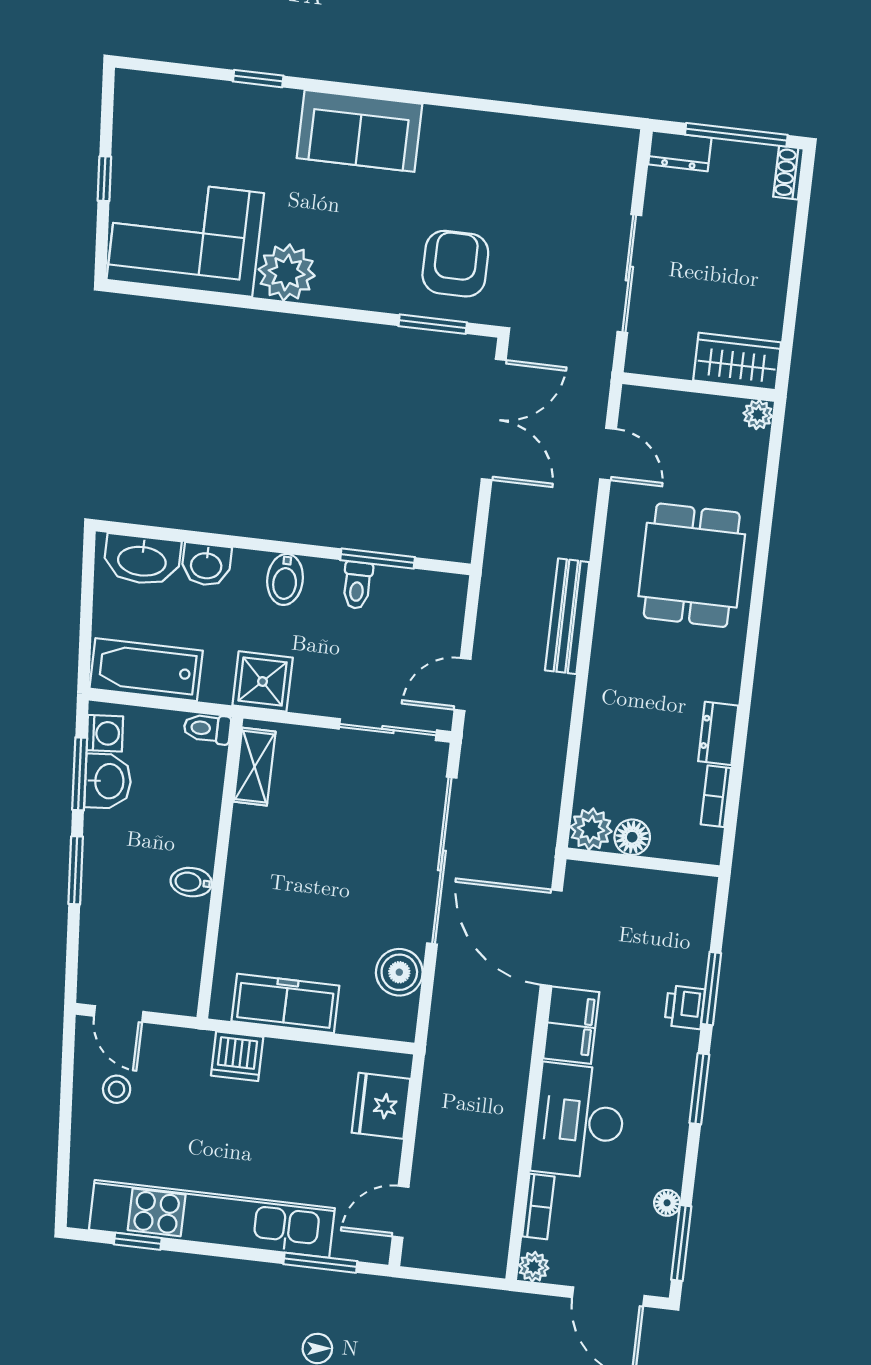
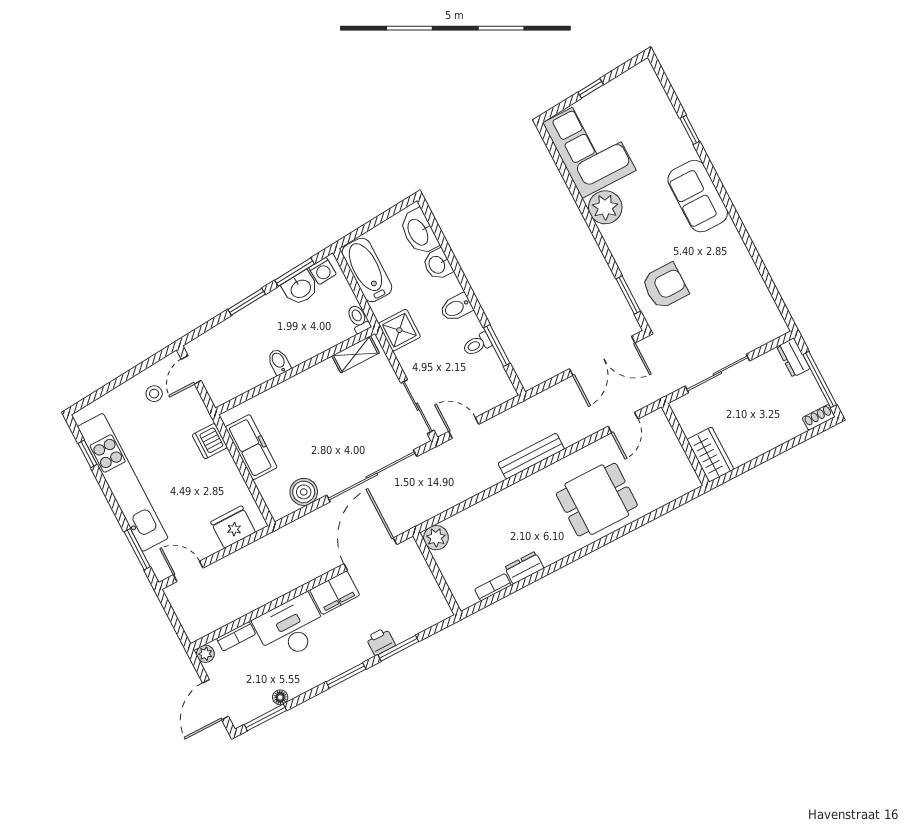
plant: (758, 415) -> (691, 482), removed
floor lamp: (632, 837) -> (446, 560), removed

